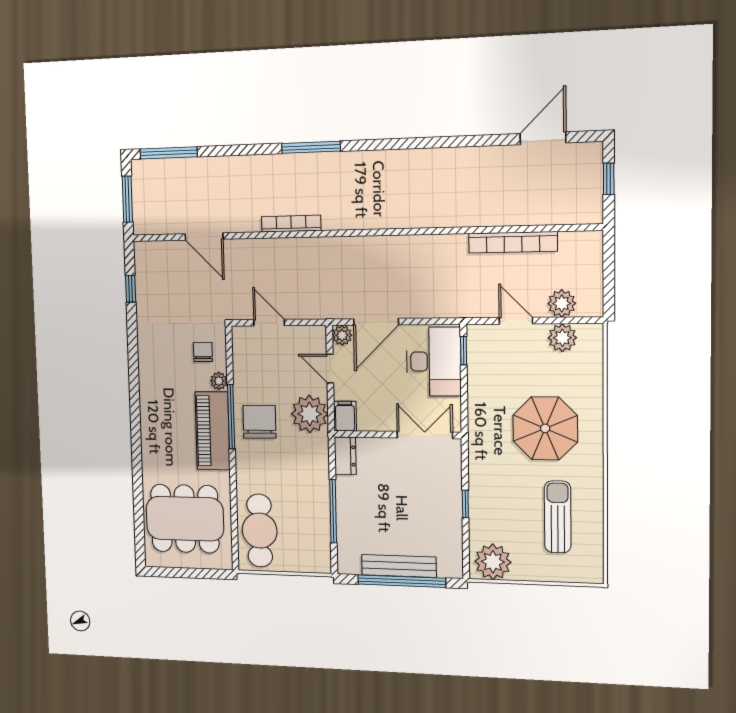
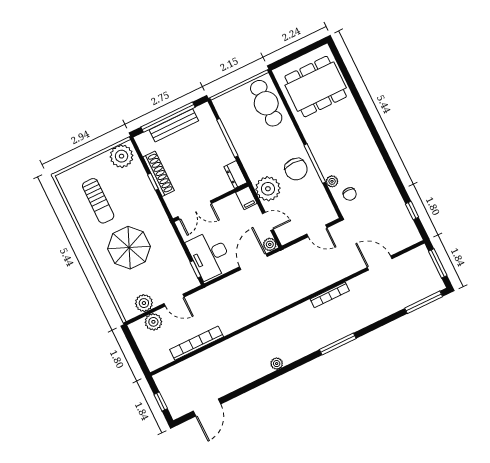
plant: (410, 158) -> (277, 364), added
piano: (213, 431) -> (322, 149), removed
shoe rack: (452, 511) -> (159, 174), added

